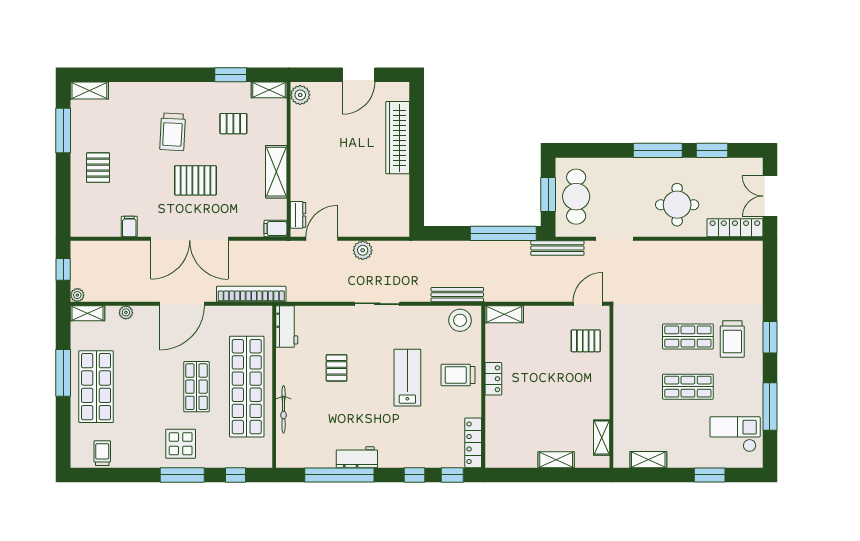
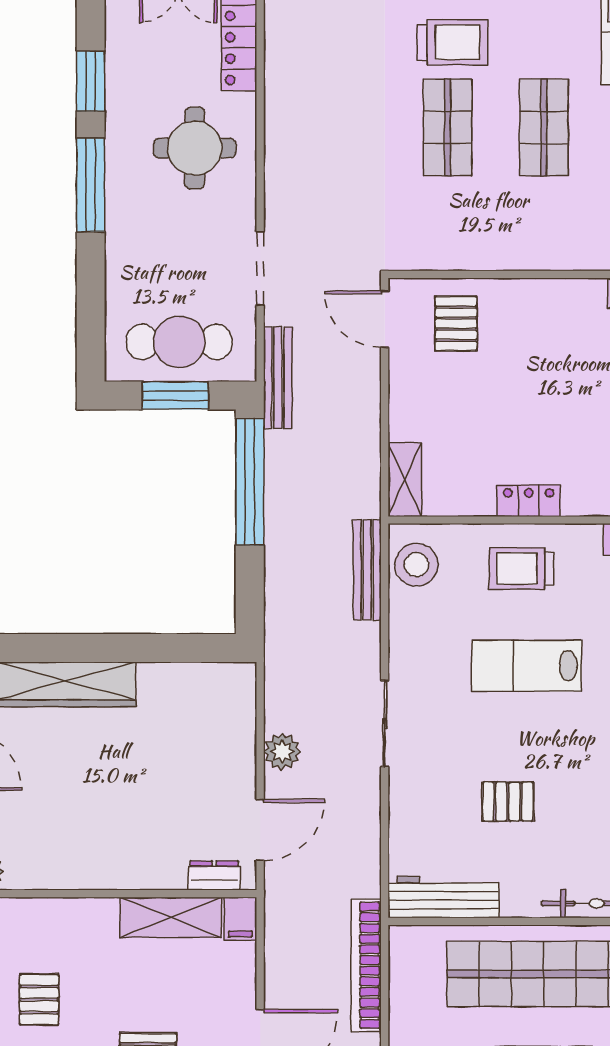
shelving: (276, 172) -> (171, 917), moved
door: (322, 239) -> (260, 830), swing flipped
workbench: (287, 327) -> (444, 897), width x1.38
trolley: (458, 375) -> (521, 568), turned 90

